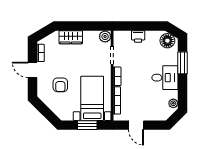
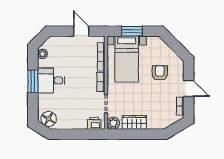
printer: (138, 36) -> (94, 123), moved
wardrobe: (71, 37) -> (134, 122), moved
window: (183, 63) -> (33, 81), moved

